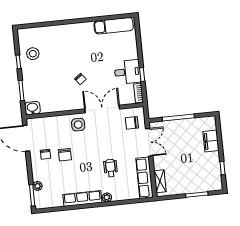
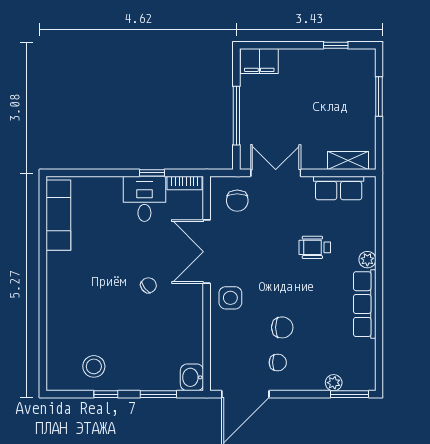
filing cabinet: (211, 141) -> (259, 61), moved
row of seats: (144, 178) -> (339, 188), width x0.68

